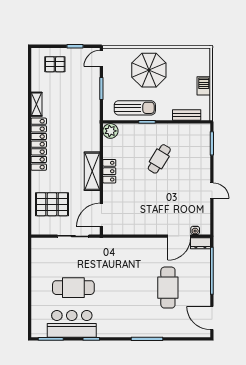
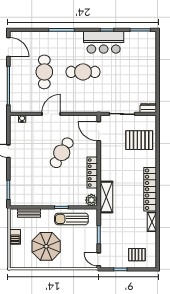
door: (101, 58) -> (99, 259), swing flipped
parasol: (149, 70) -> (46, 246), moved
cafe table: (159, 159) -> (62, 153), moved, width x1.37, depth x1.35
shelving: (92, 171) -> (106, 197), moved
locker: (109, 171) -> (92, 173), width x1.53
door: (101, 215) -> (99, 131), swing flipped
door: (179, 236) -> (51, 114), moved
dresser: (200, 243) -> (148, 108), moved
cafe table: (73, 288) -> (83, 72), moved
bar counter: (72, 324) -> (104, 42), moved

